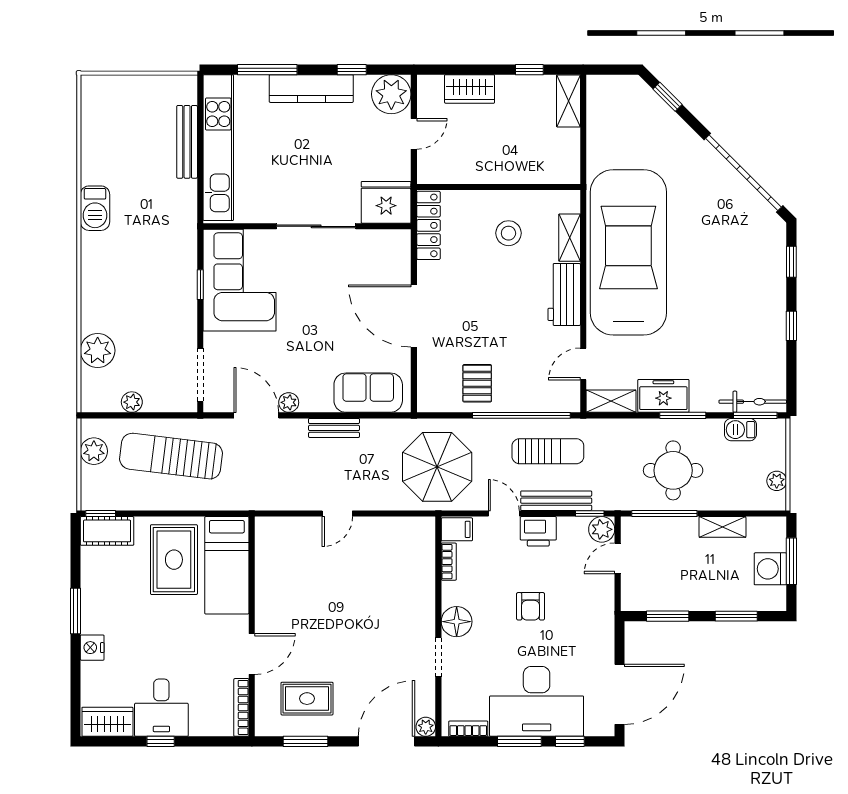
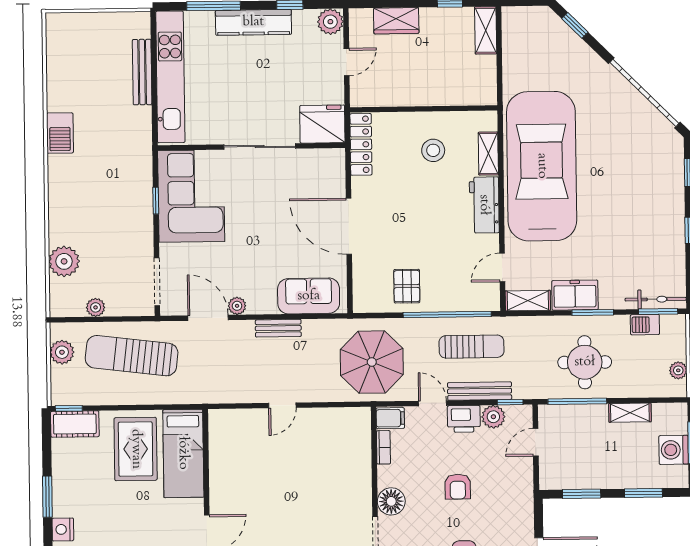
plant: (391, 94) -> (330, 22), width x0.73, depth x0.73
plant: (602, 529) -> (493, 417), moved

